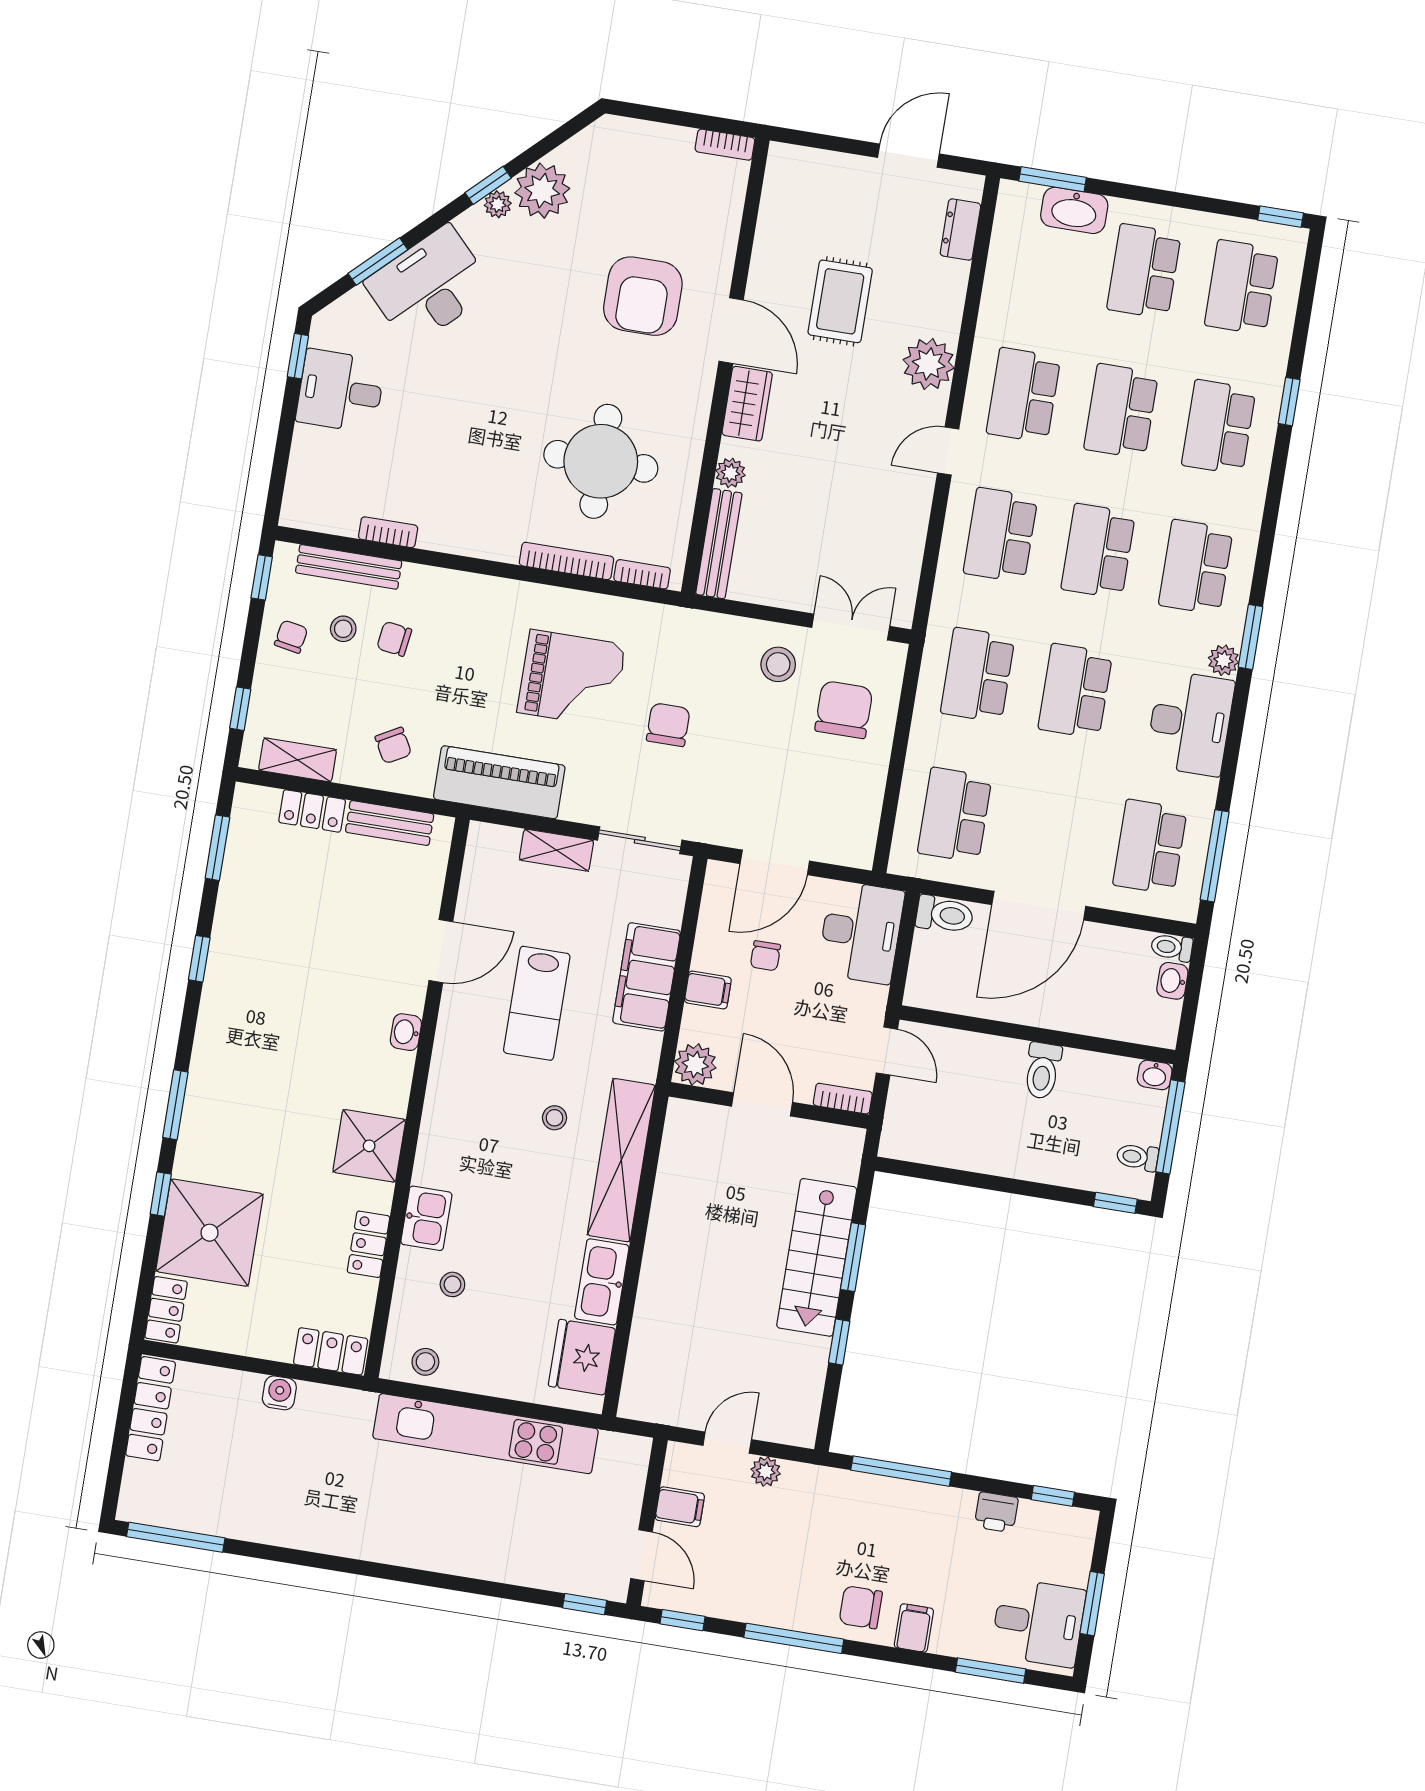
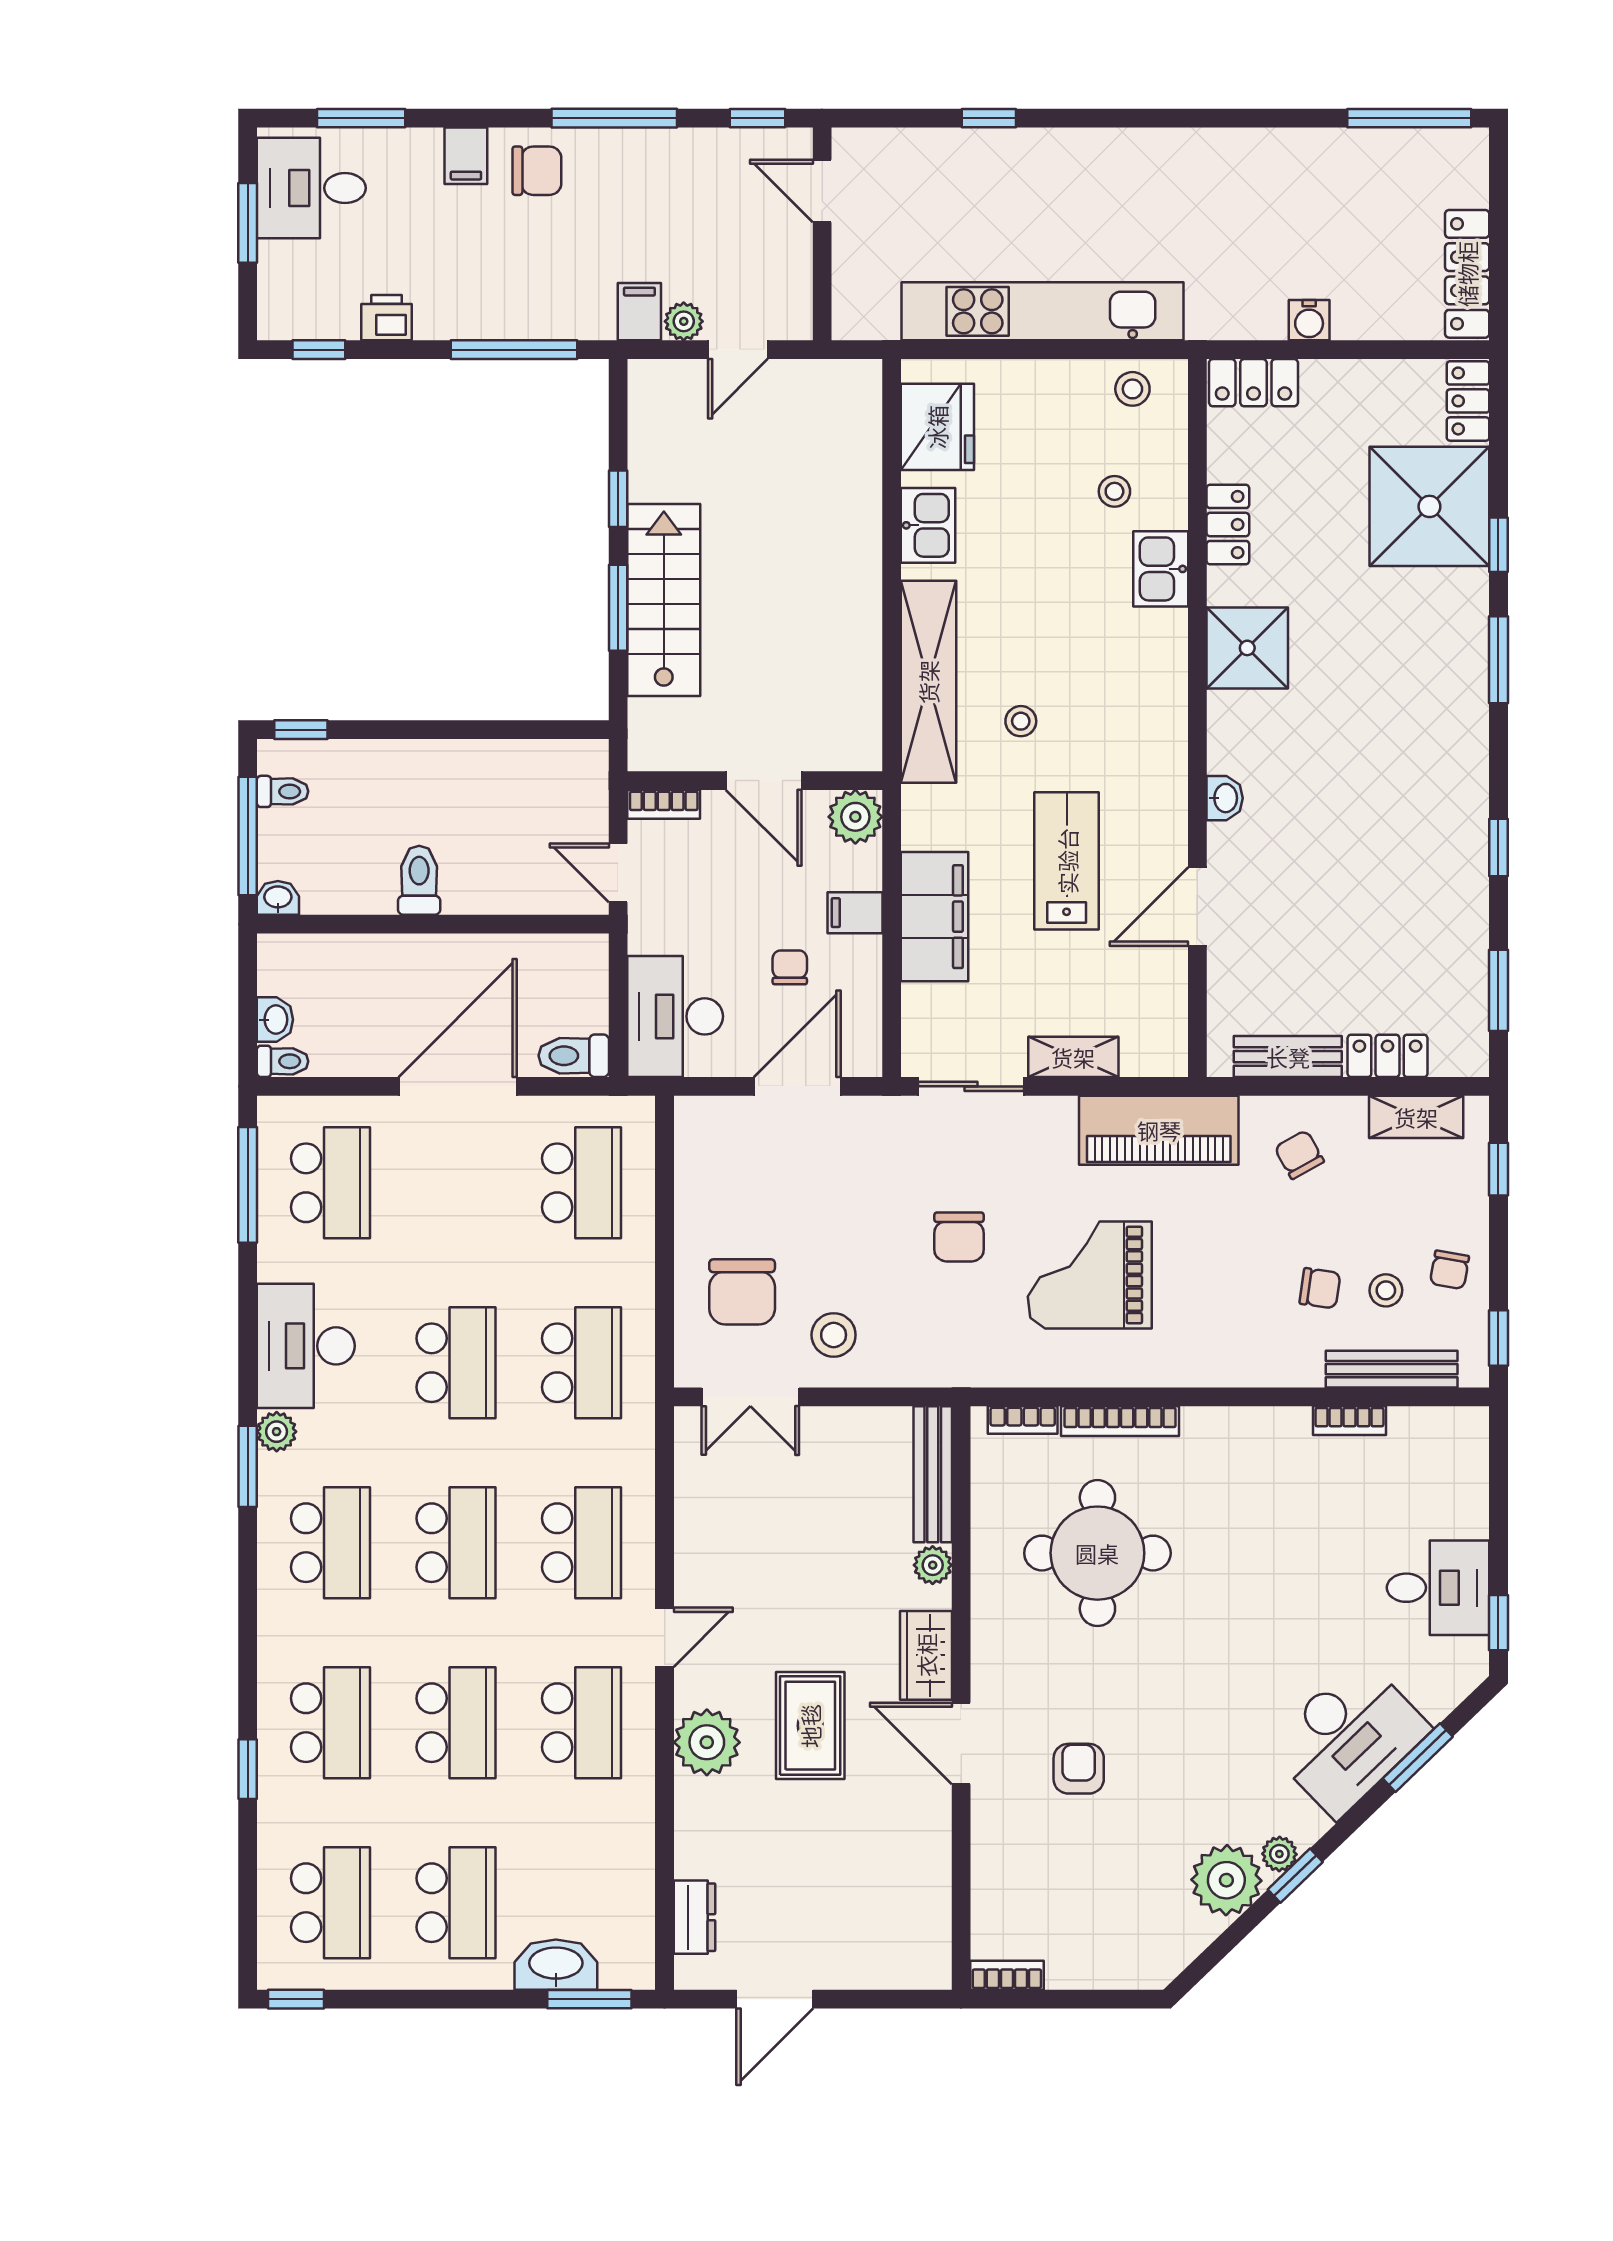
armchair: (643, 296) -> (1079, 1769), width x0.53, depth x0.53
rug: (840, 301) -> (810, 1726), moved
kitchen sink: (602, 1282) -> (928, 525), width x0.73
filing cabinet: (680, 1507) -> (639, 312), moved, turned 90
window: (585, 1604) -> (989, 118), moved

